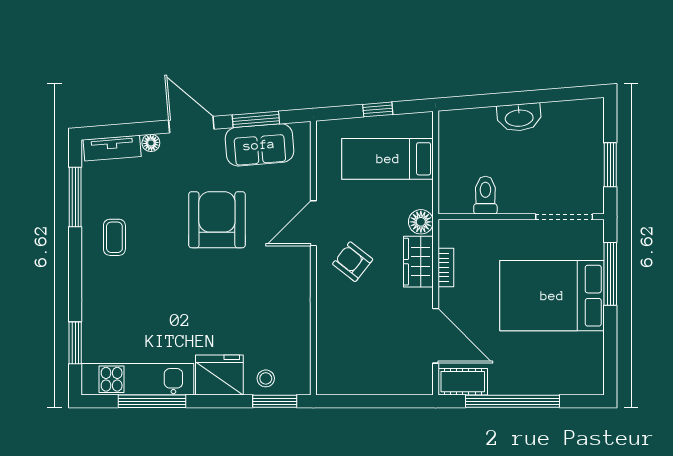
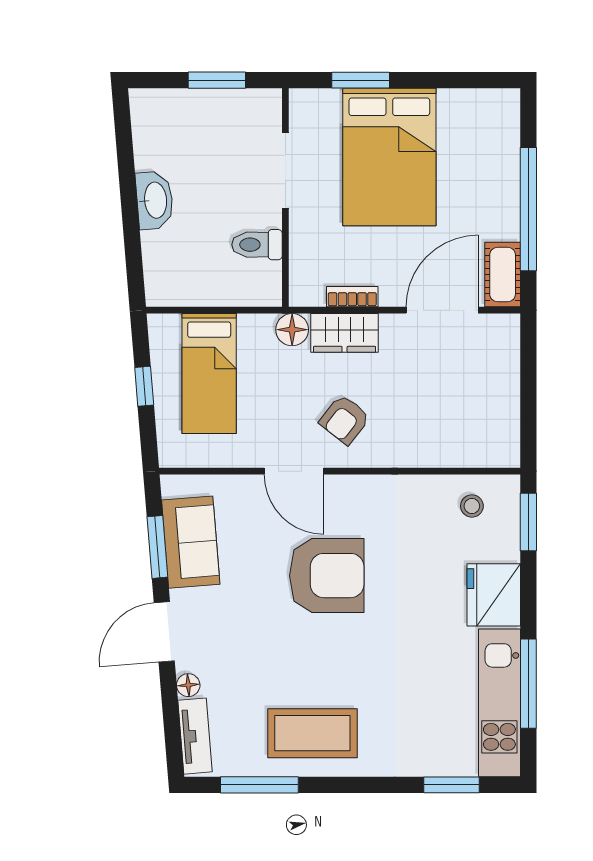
doorway: (564, 217) -> (285, 171), moved
armchair: (217, 220) -> (327, 576), moved, turned 180
coffee table: (114, 237) -> (312, 733), width x1.86, depth x1.72
window: (610, 274) -> (361, 80), width x0.69
stool: (266, 378) -> (472, 506), moved

